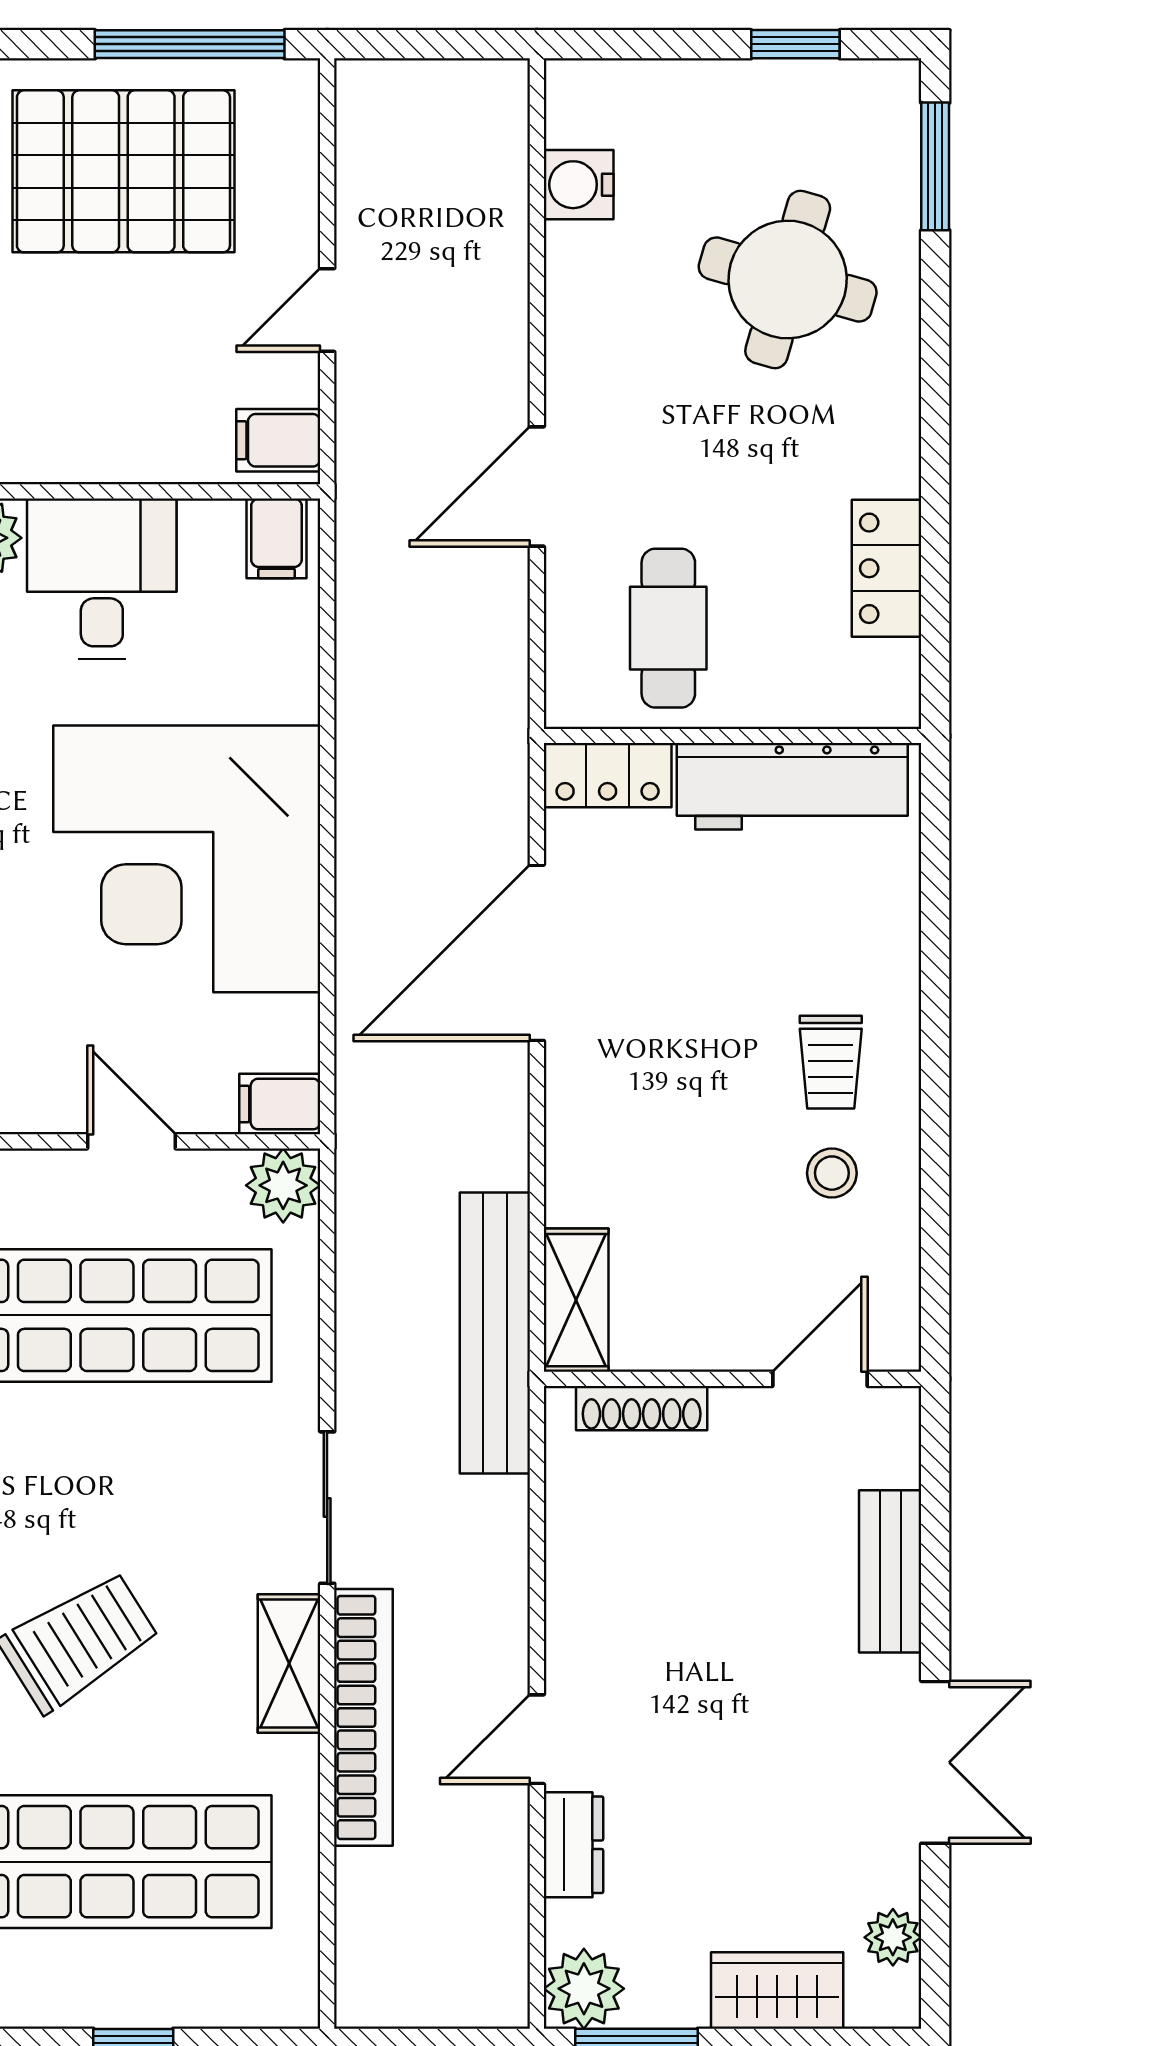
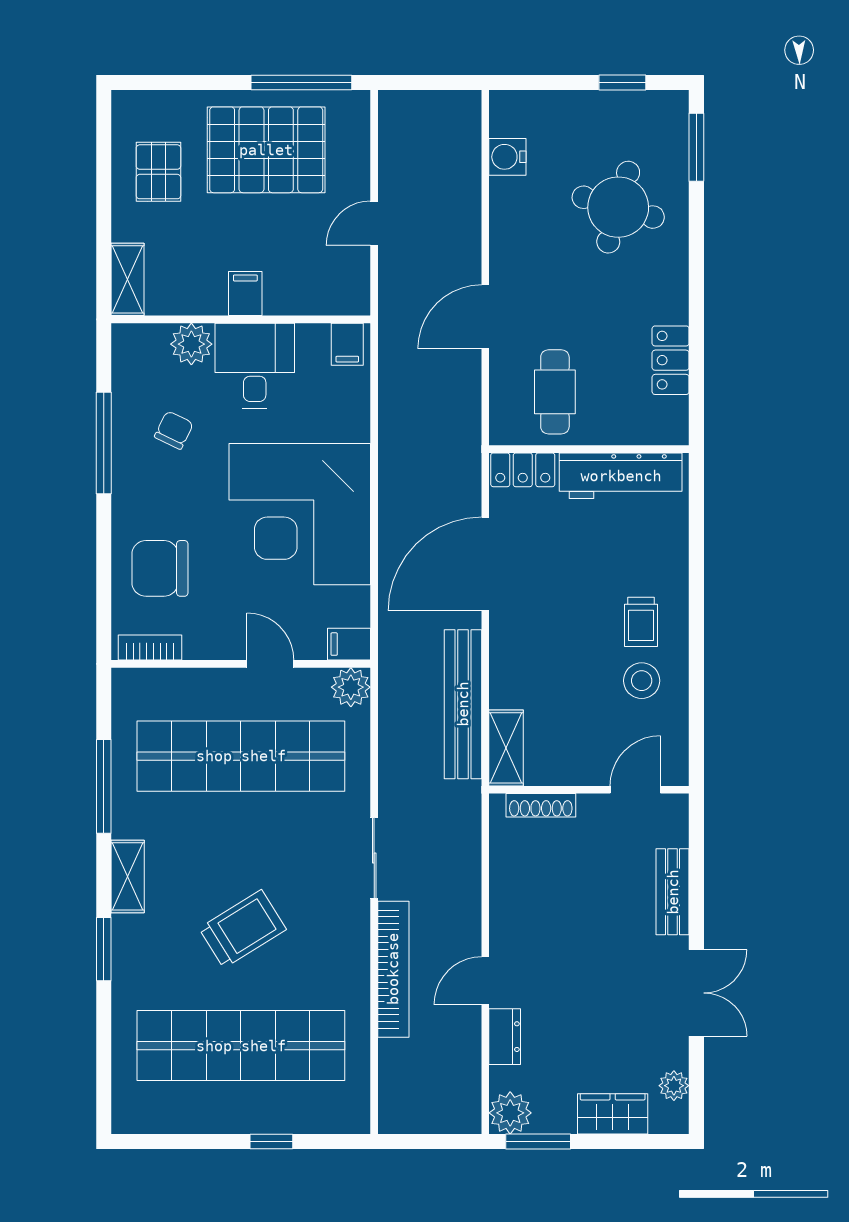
filing cabinet: (278, 440) -> (245, 294), moved, turned 90
stool: (832, 1173) -> (642, 681), width x1.37, depth x1.37
bench: (495, 1333) -> (463, 704), moved
shelving: (289, 1663) -> (354, 941), removed

